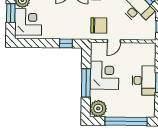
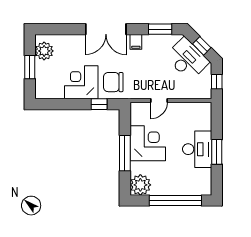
corner desk: (28, 22) -> (81, 82), moved, turned -90
chair: (99, 25) -> (113, 82), moved, turned 180

